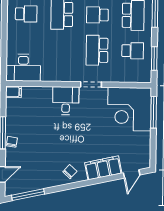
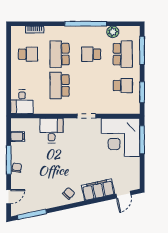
school desk: (97, 50) -> (60, 86), moved
desk: (23, 68) -> (22, 102), width x0.73
filing cabinet: (13, 92) -> (18, 136), moved
desk: (66, 101) -> (52, 131), moved

